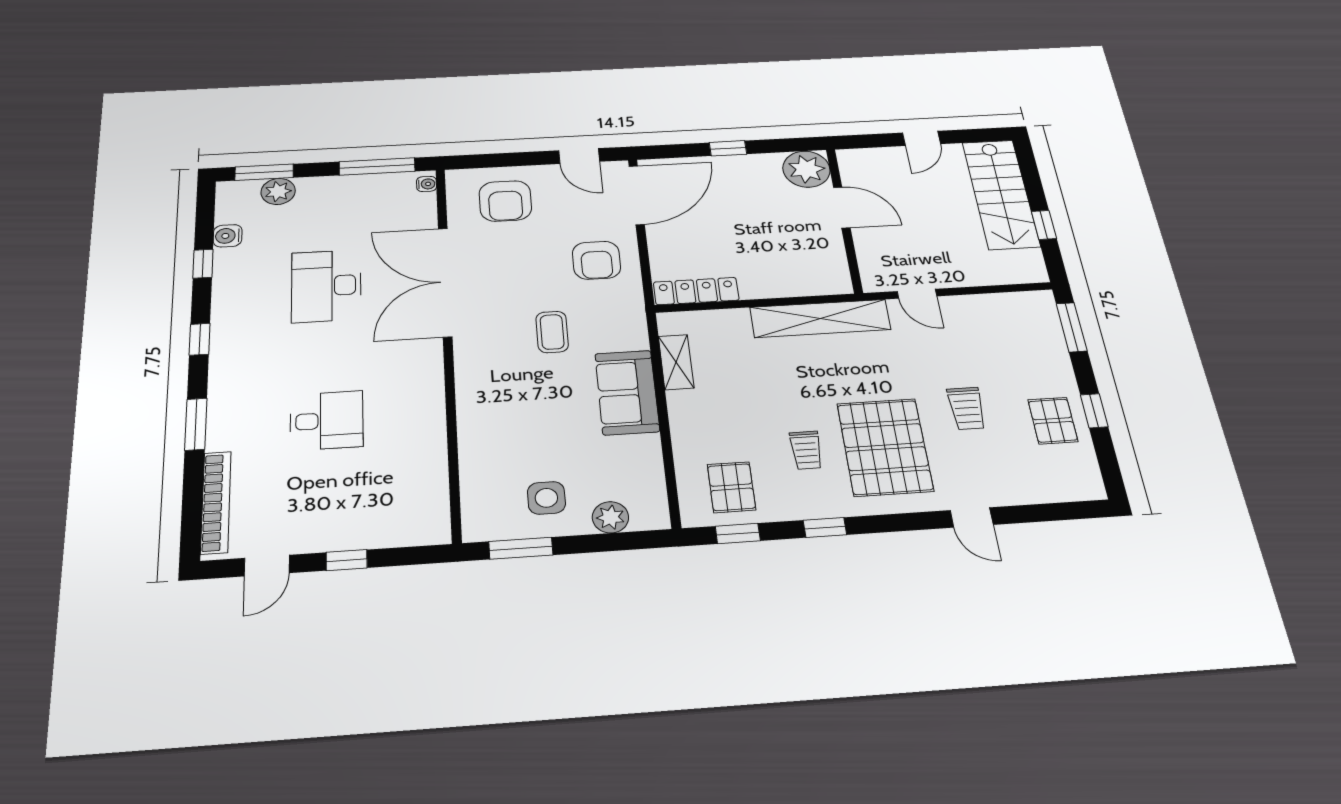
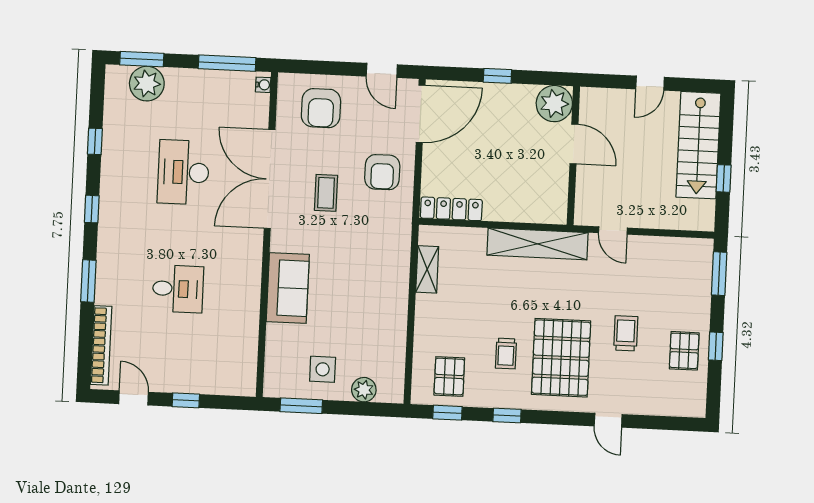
plant: (278, 191) -> (147, 84), width x1.36, depth x1.36
water cooler: (228, 236) -> (113, 117), removed
coffee table: (552, 332) -> (326, 193), moved
sofa: (627, 392) -> (288, 288), moved, turned 180
trolley: (967, 408) -> (626, 333), turned 180
door: (267, 566) -> (133, 398), swing flipped

